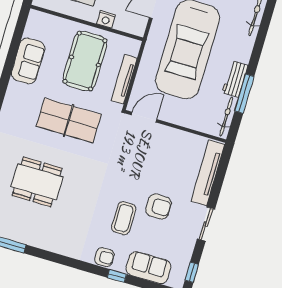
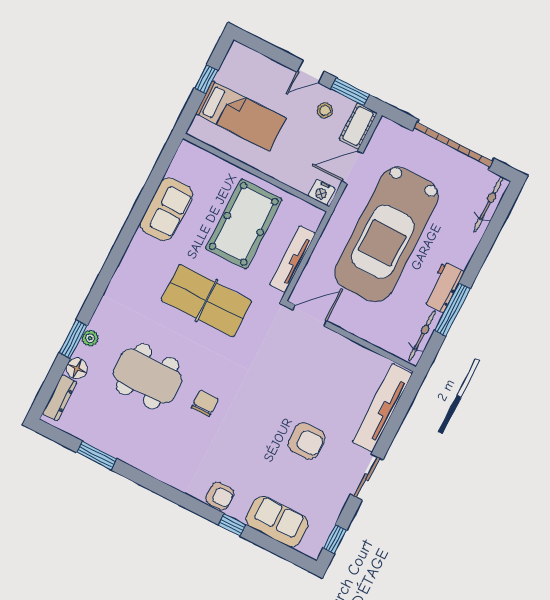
nightstand: (106, 19) -> (322, 192), moved
chair: (81, 193) -> (205, 403), added
coffee table: (124, 218) -> (256, 448), removed

